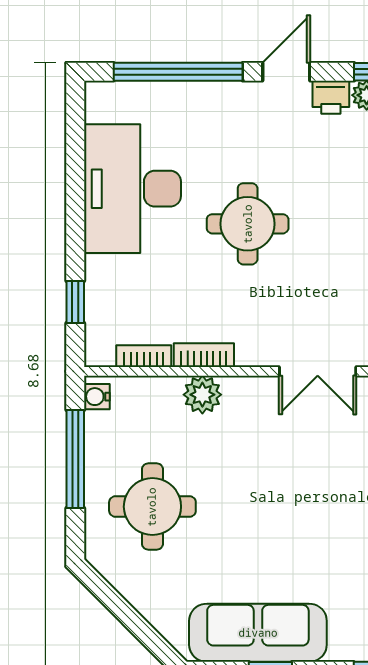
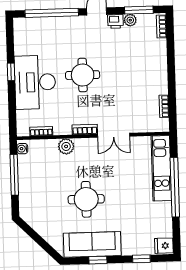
desk: (132, 189) -> (35, 82), moved
window: (75, 302) -> (11, 72), moved
bookcase: (204, 355) -> (85, 129), moved
round table: (152, 507) -> (86, 199), moved

